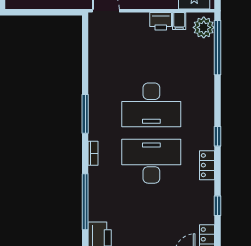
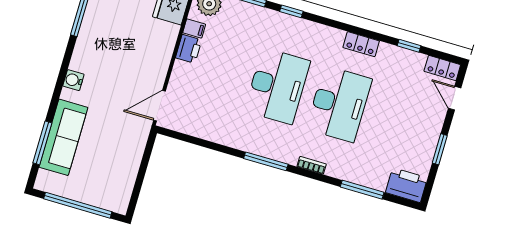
window: (218, 136) -> (291, 11), moved
desk: (151, 161) -> (339, 104), turned 180
window: (85, 202) -> (362, 190), width x0.68

